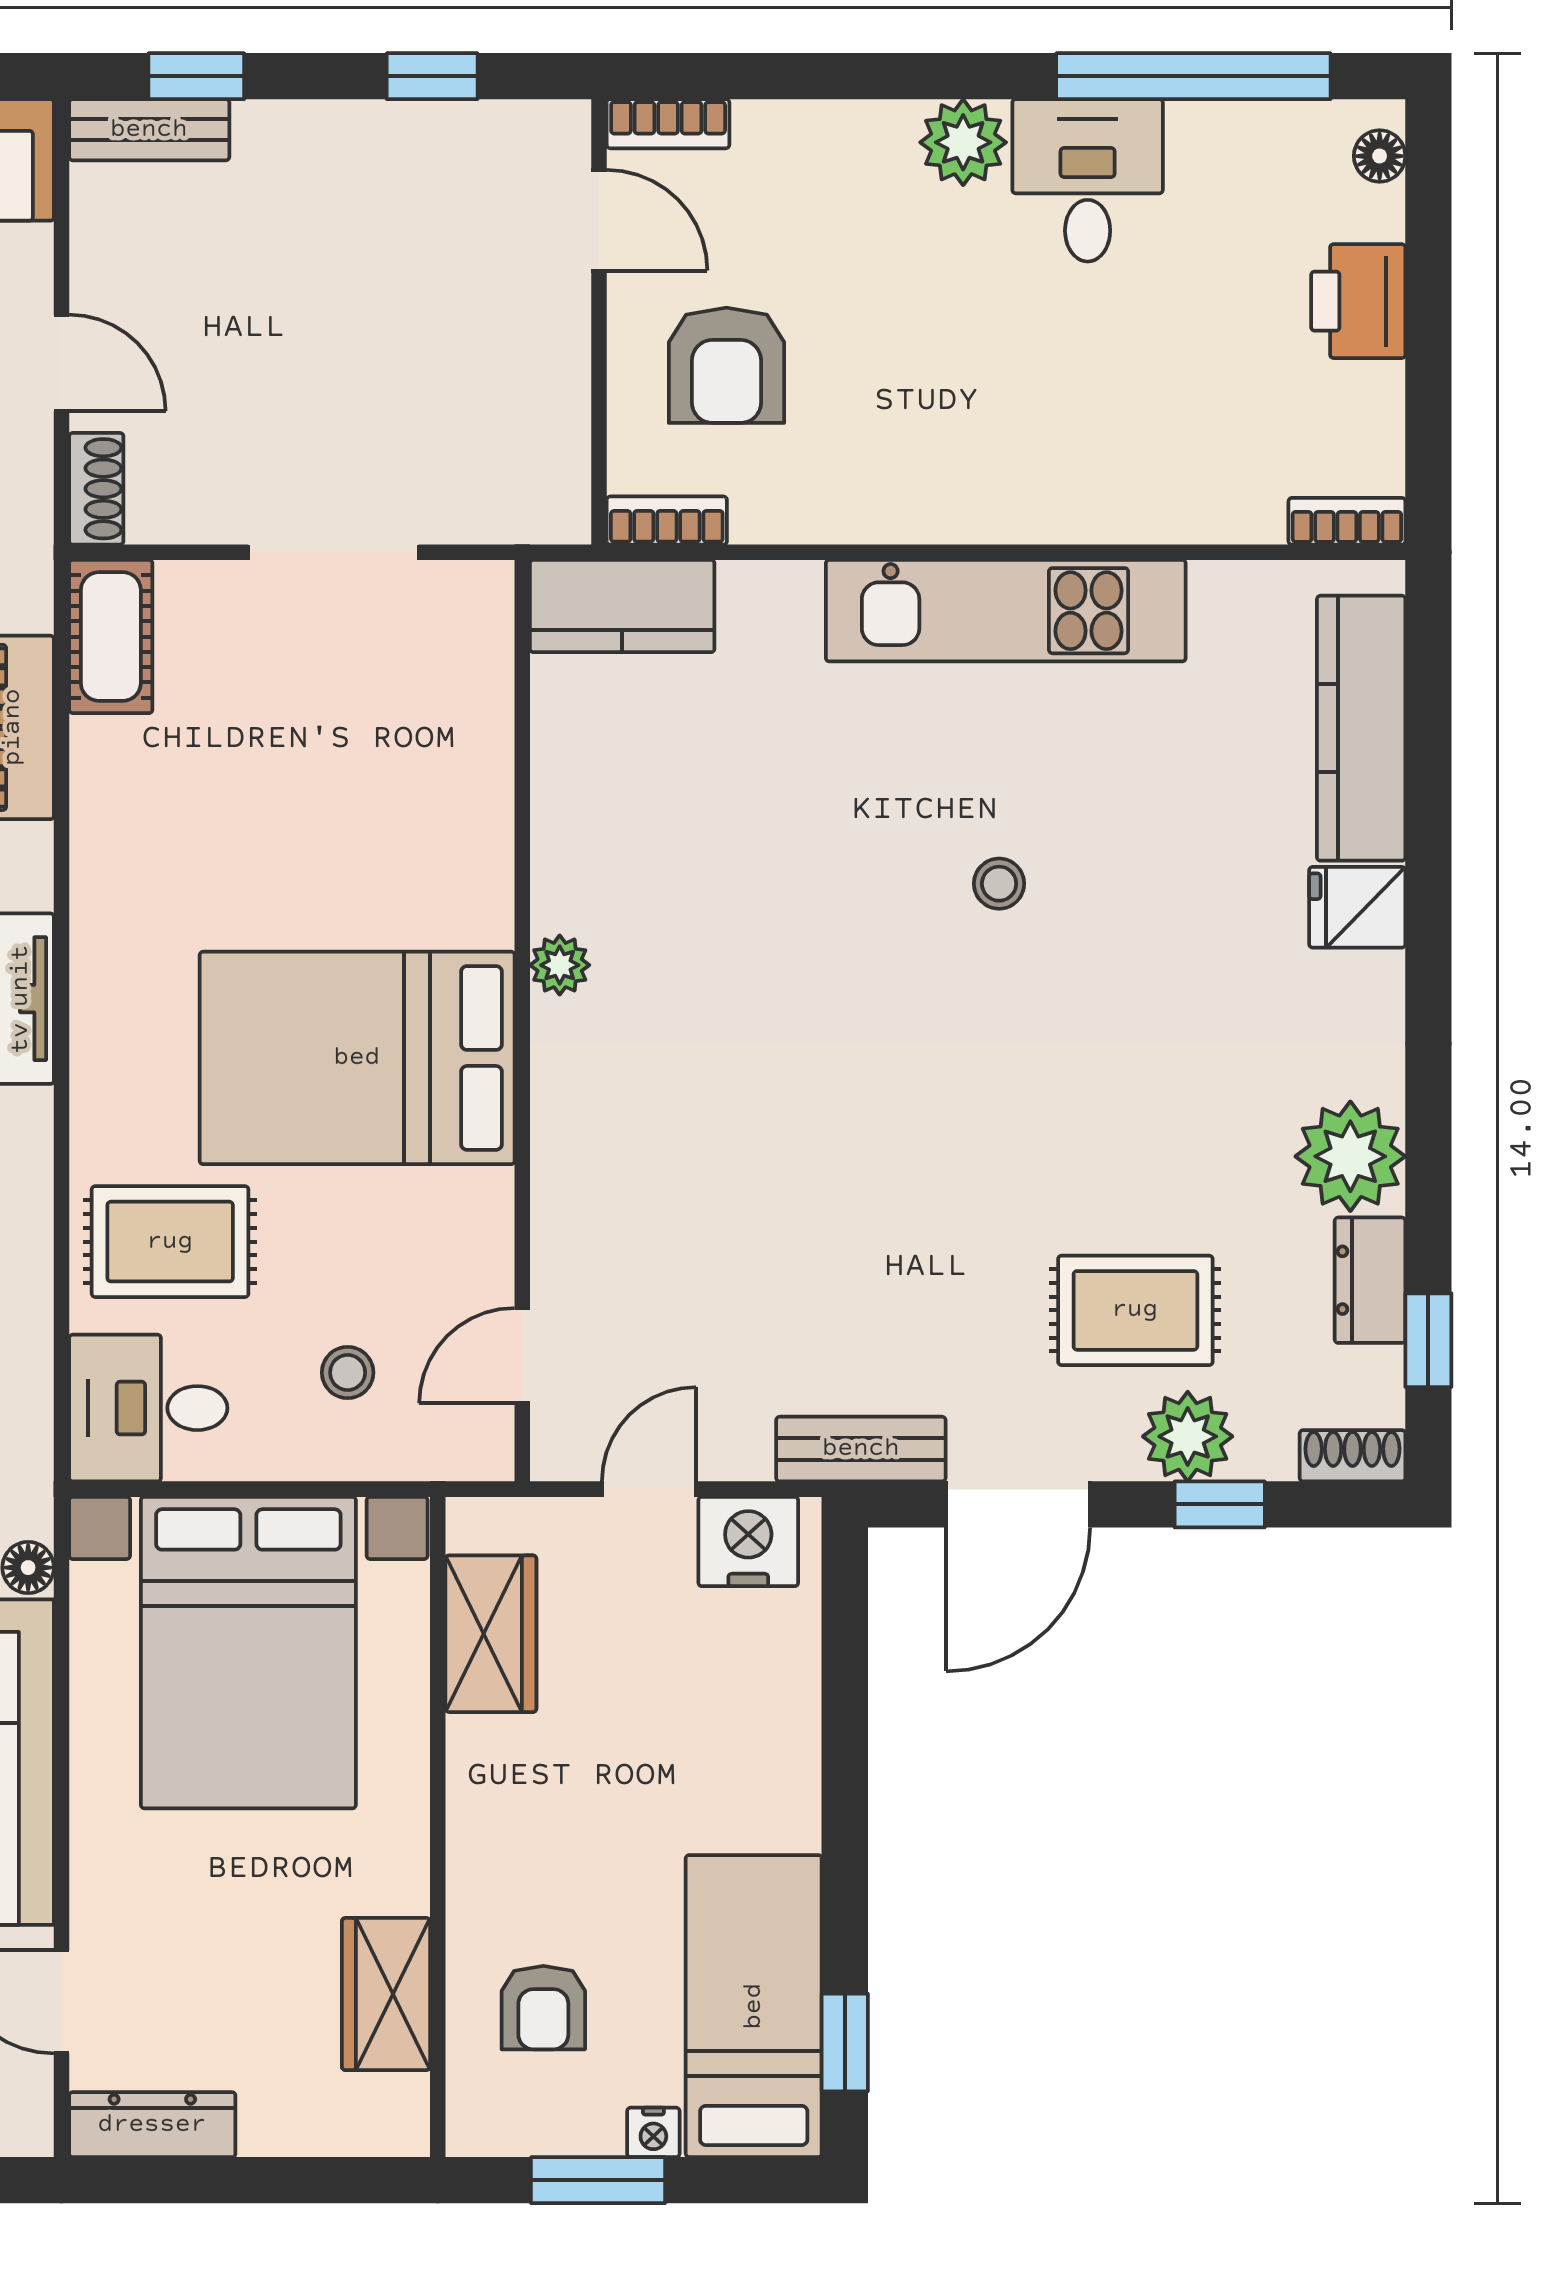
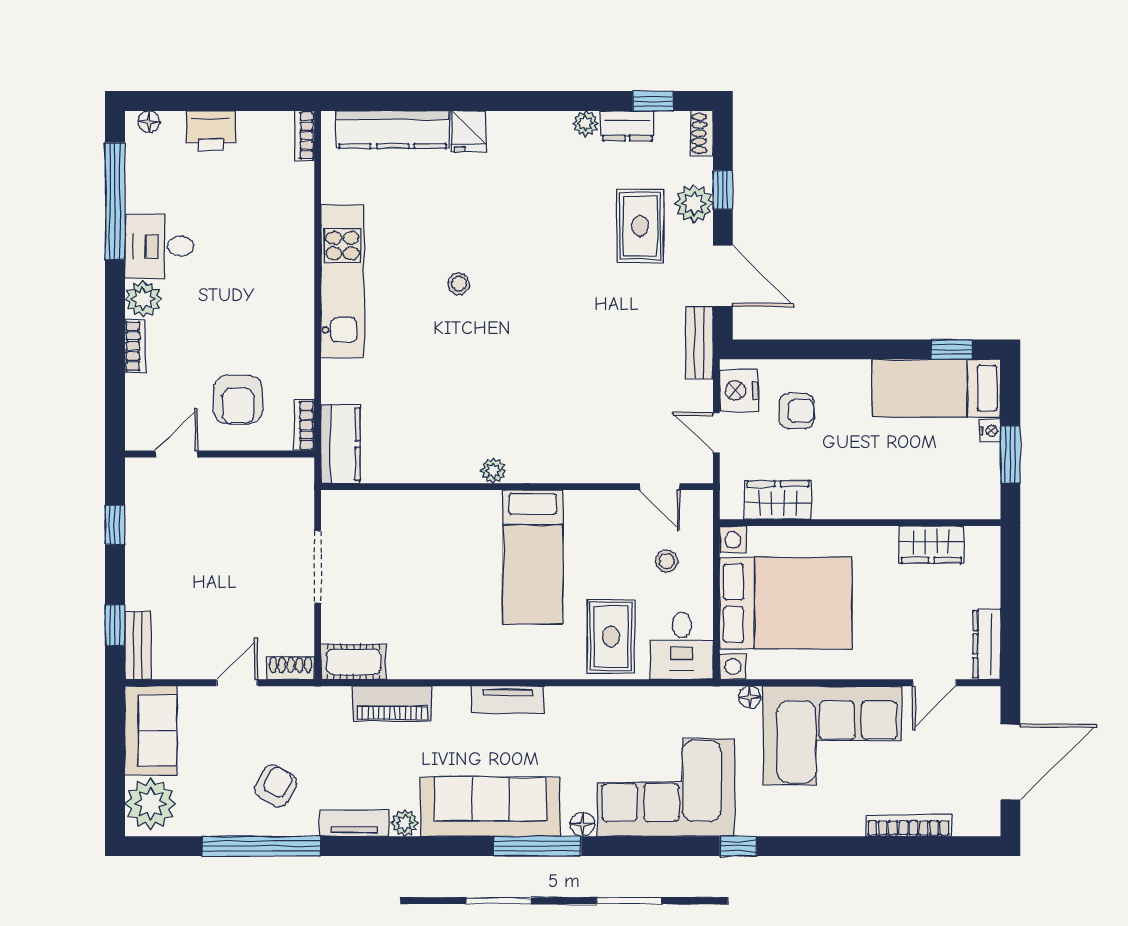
bookcase: (668, 124) -> (135, 346), moved
armchair: (726, 365) -> (238, 400), turned 90
bed: (357, 1058) -> (533, 557), width x0.67
plant: (1350, 1156) -> (586, 123), width x0.53, depth x0.53
armchair: (543, 2008) -> (797, 411), moved

